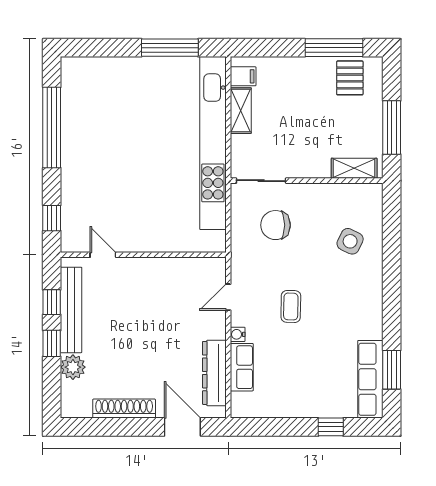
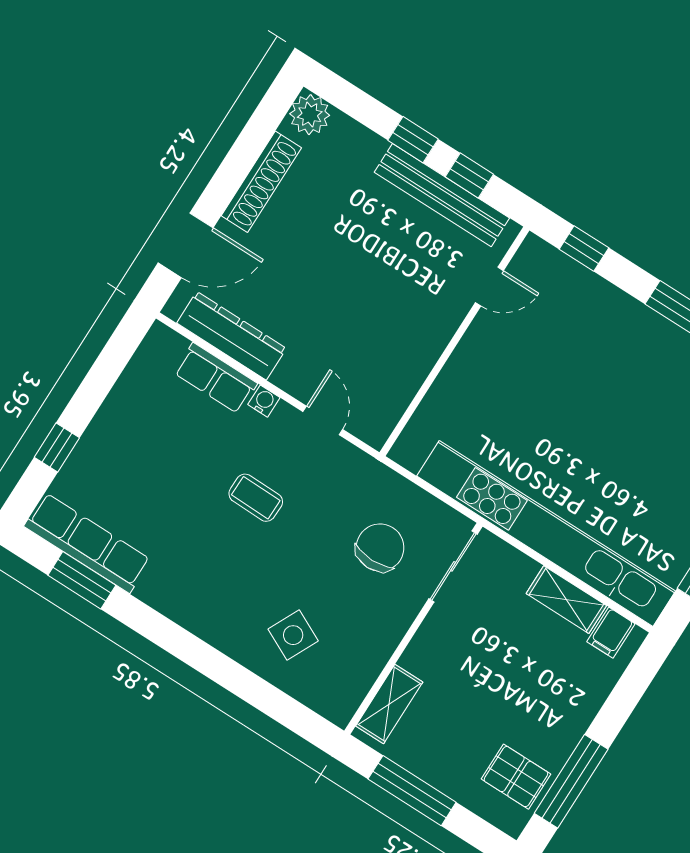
plant: (73, 367) -> (310, 115), moved

